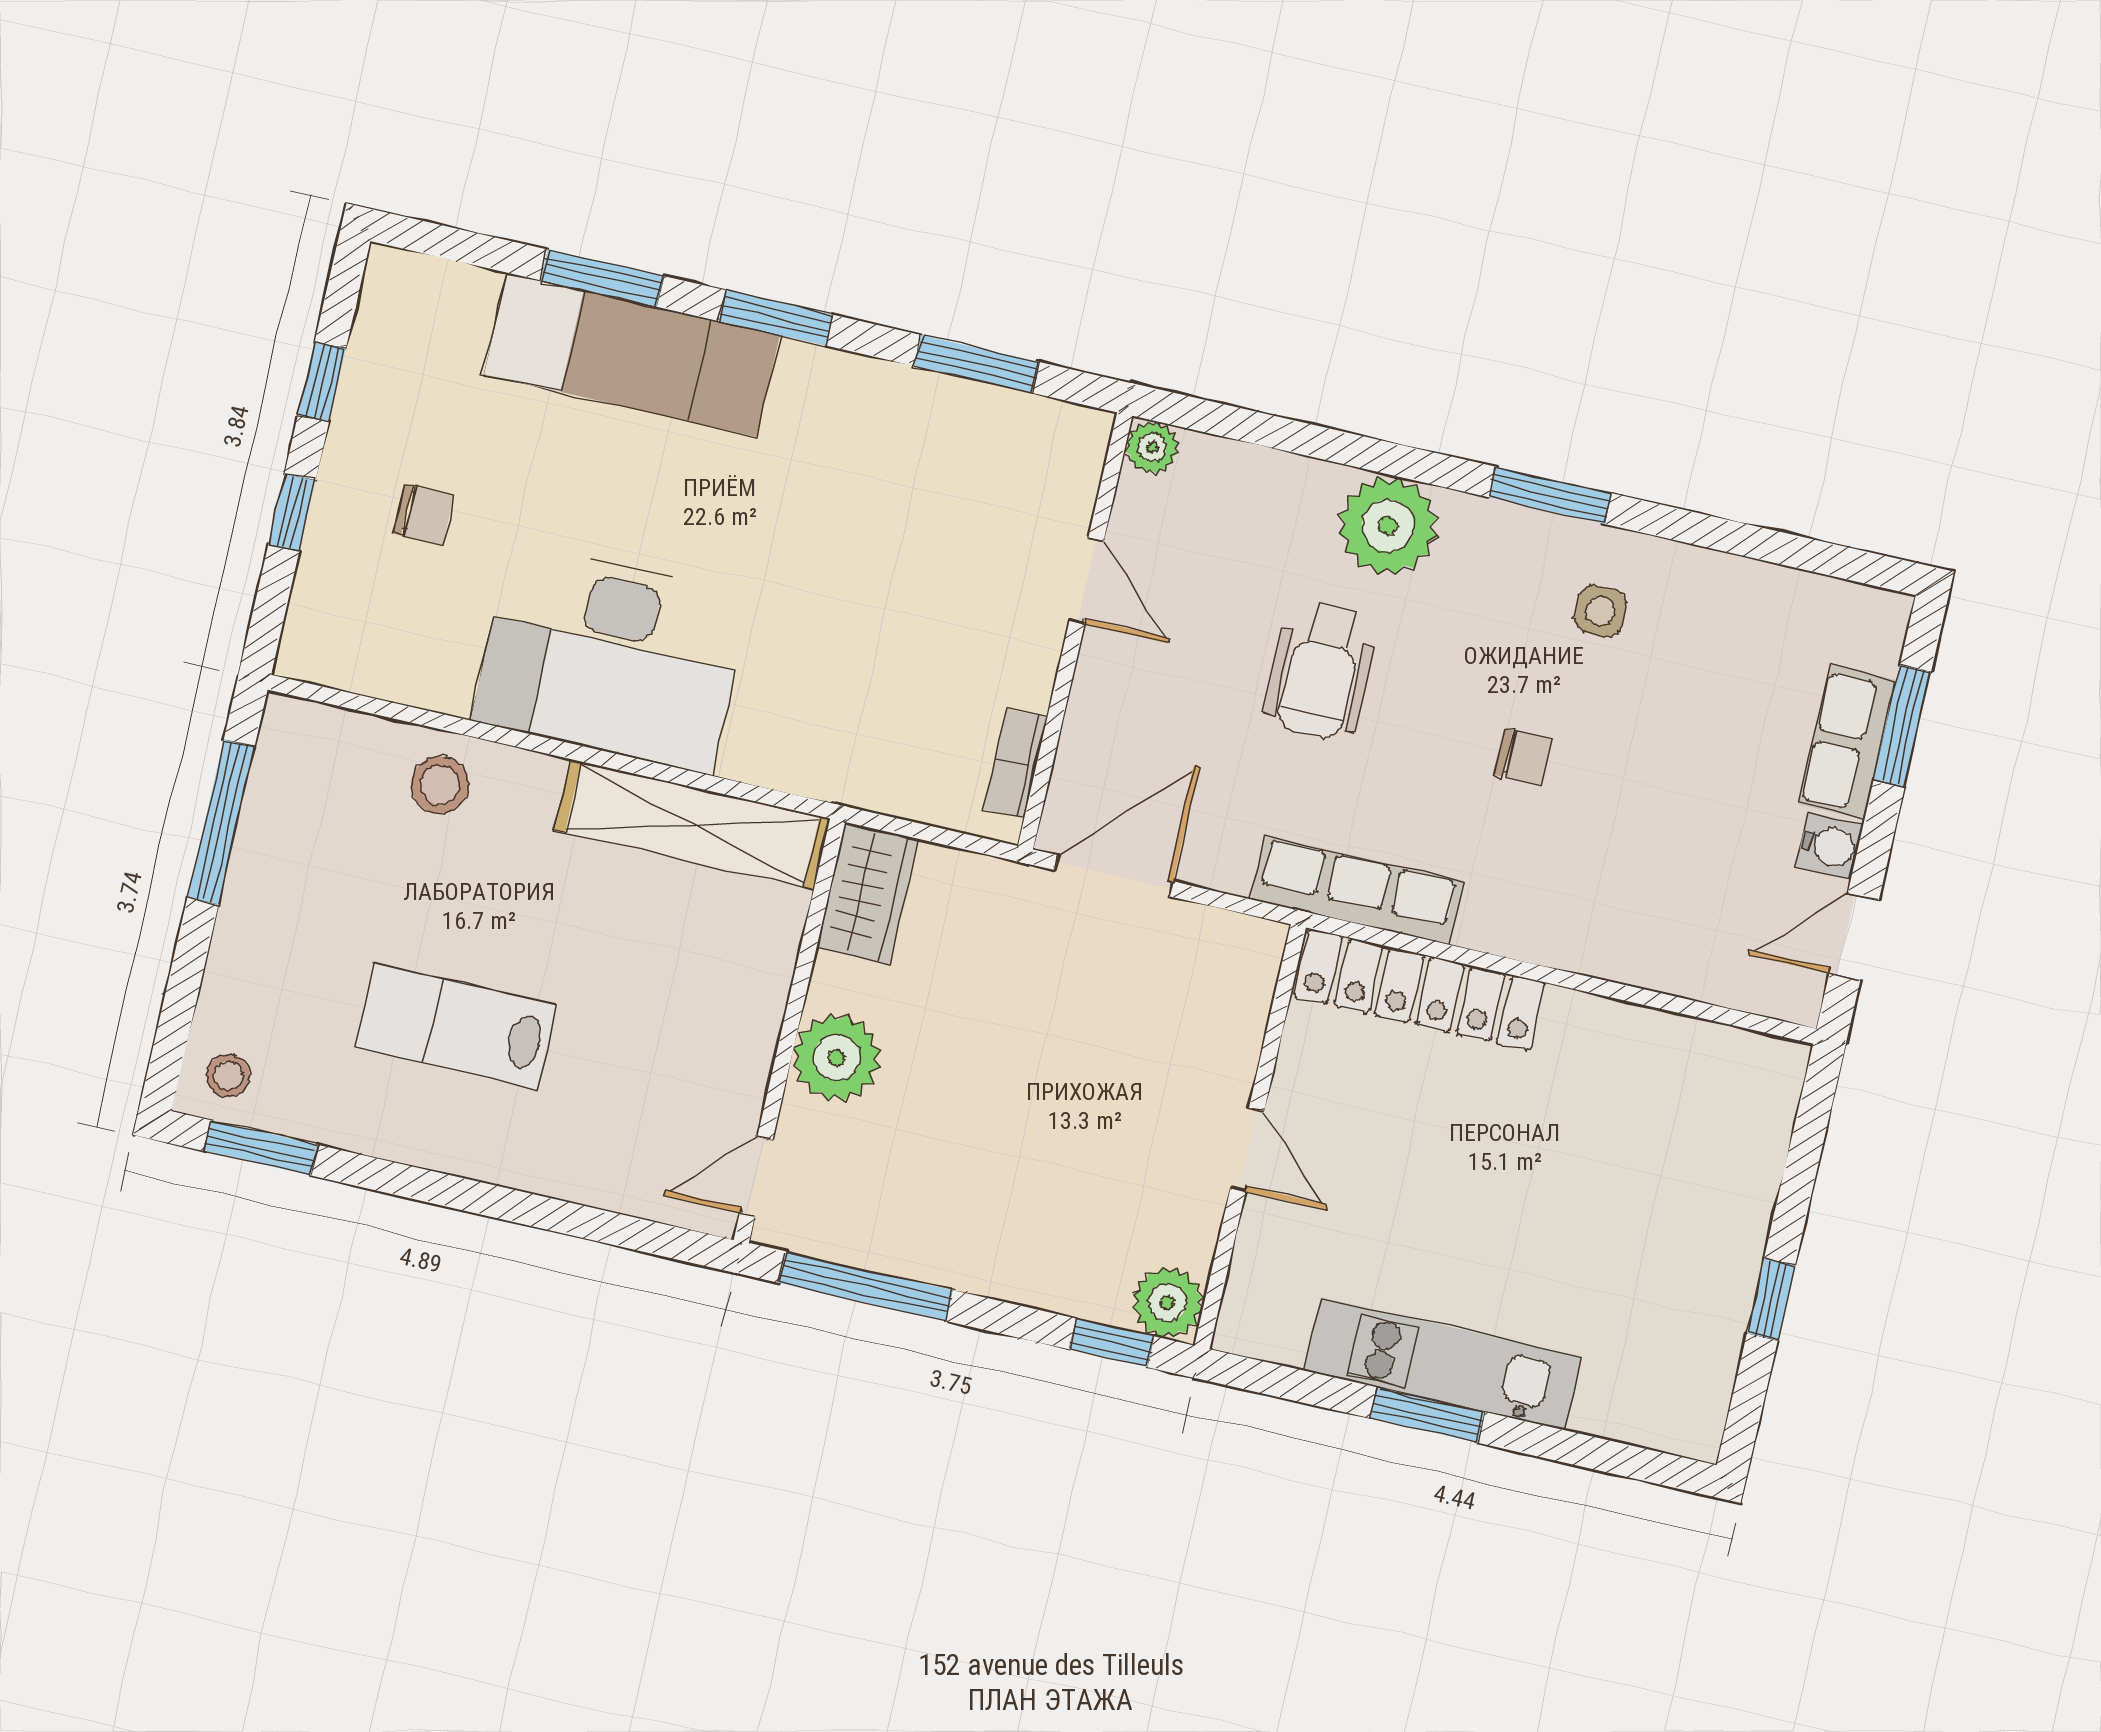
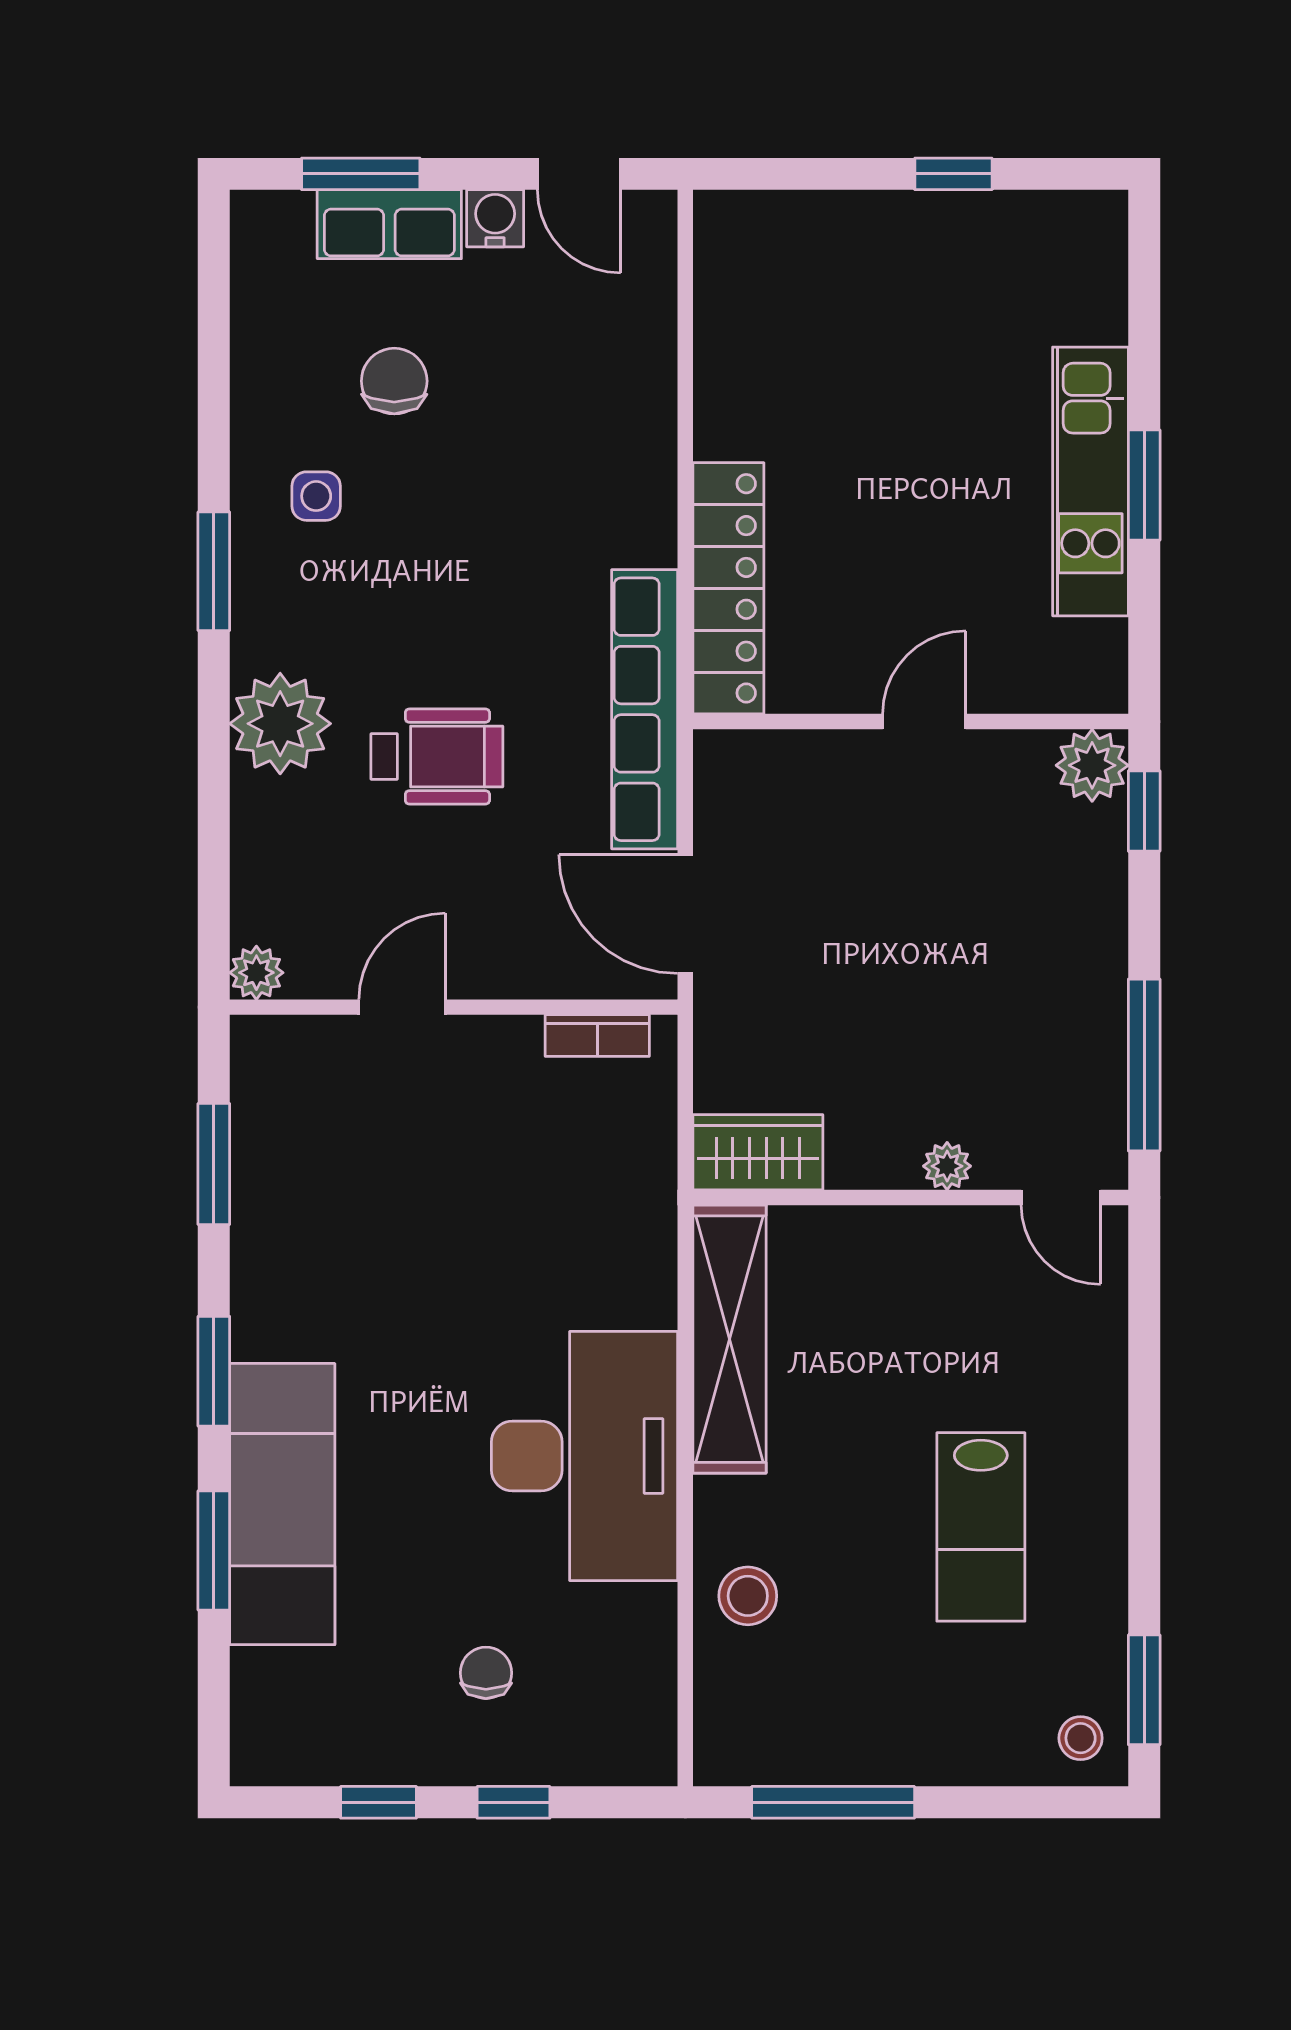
chair: (1523, 757) -> (394, 381), moved, width x1.37, depth x1.37
row of seats: (1357, 890) -> (645, 709), width x1.36
plant: (837, 1058) -> (947, 1166), width x0.53, depth x0.53

